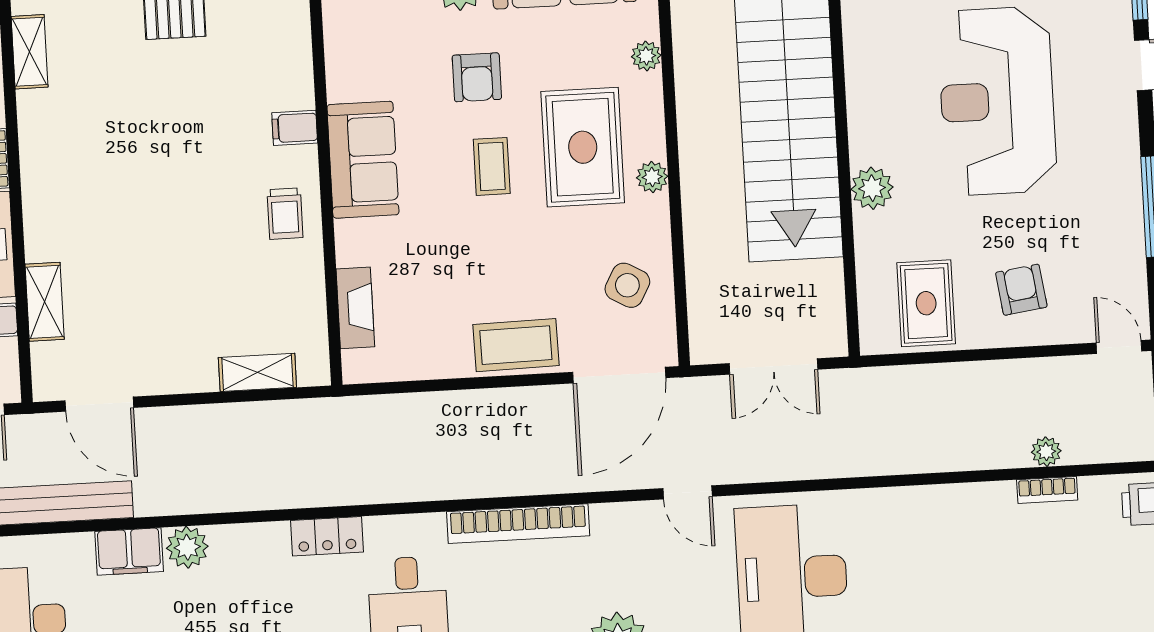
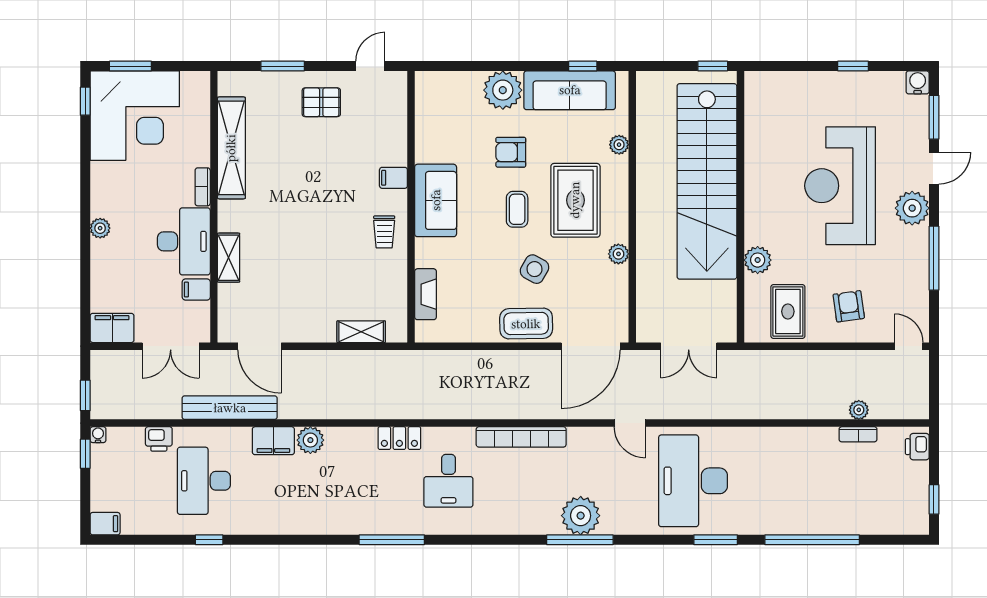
shelving: (30, 52) -> (231, 148), width x2.20, depth x1.33
armchair: (477, 77) -> (511, 152), turned 90
plant: (1112, 130) -> (912, 208), added
plant: (652, 177) -> (618, 254), moved
plant: (872, 188) -> (758, 260), moved
side table: (627, 285) -> (535, 269), moved
shelving: (45, 302) -> (229, 258), moved

